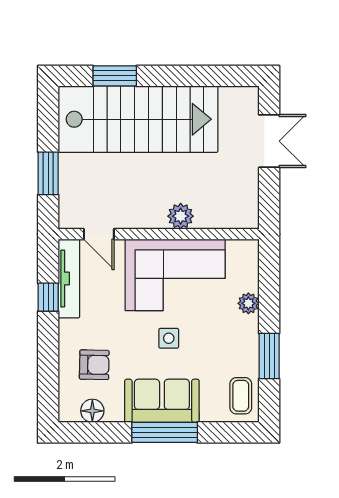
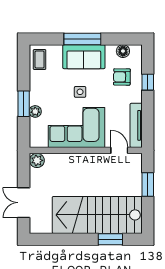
plant: (181, 216) -> (37, 160), moved
window: (48, 297) -> (148, 82), moved
window: (269, 356) -> (24, 104), moved

